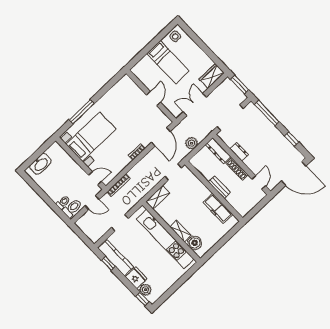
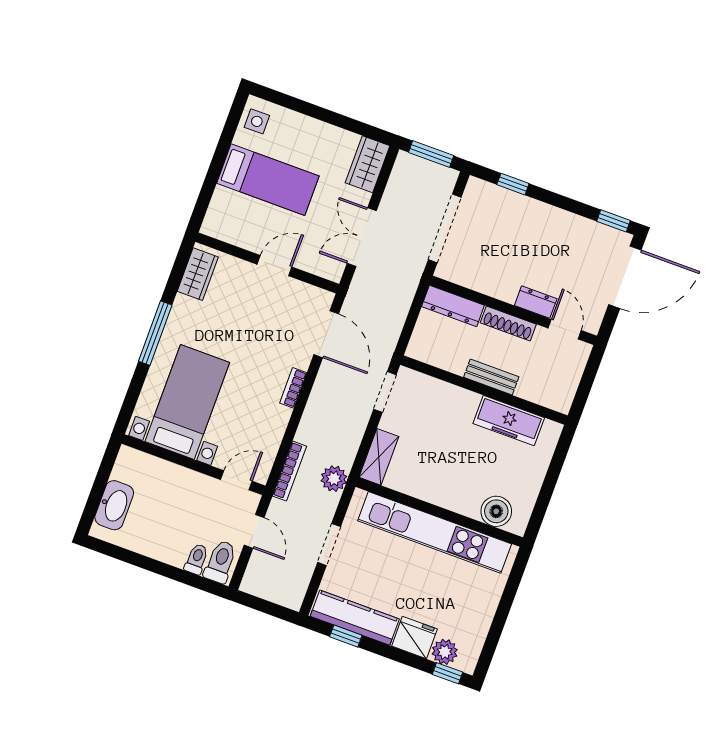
wardrobe: (121, 87) -> (198, 274), added
door: (154, 99) -> (274, 266), hinge flipped
window: (82, 112) -> (155, 333), moved
window: (267, 113) -> (513, 184), width x0.46
window: (292, 139) -> (613, 221), moved
plant: (191, 143) -> (334, 479), moved
dresser: (239, 152) -> (536, 302), moved
door: (92, 203) -> (254, 531), hinge flipped
shelving: (180, 231) -> (456, 502), removed

